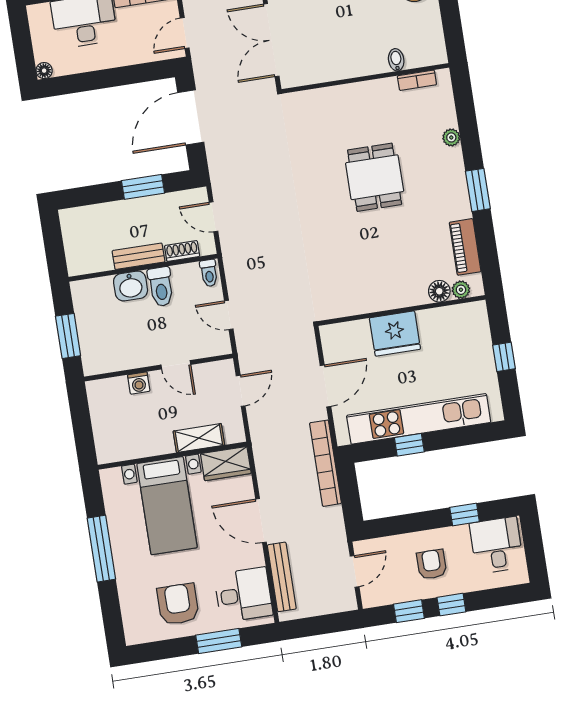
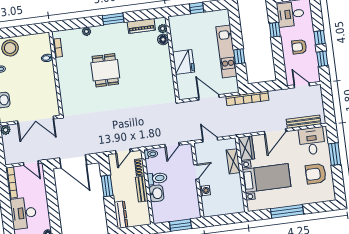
dining table: (375, 177) -> (105, 70), turned 90
dresser: (86, 216) -> (121, 215), added
kitchen unit: (419, 419) -> (226, 51), width x0.73

